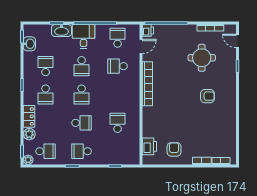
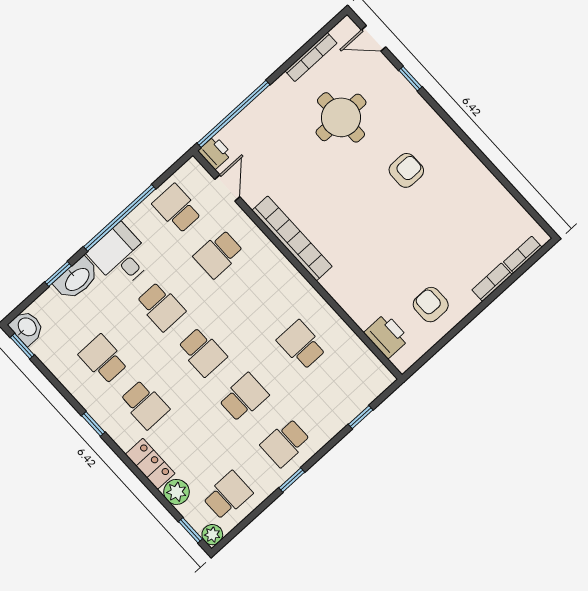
washbasin: (29, 44) -> (27, 327), moved

